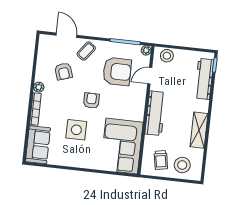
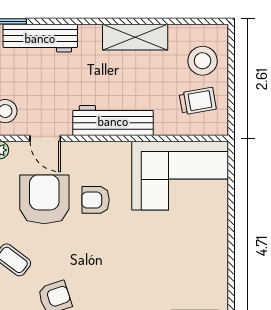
armchair: (91, 101) -> (96, 200), moved
side table: (76, 130) -> (160, 262), removed

